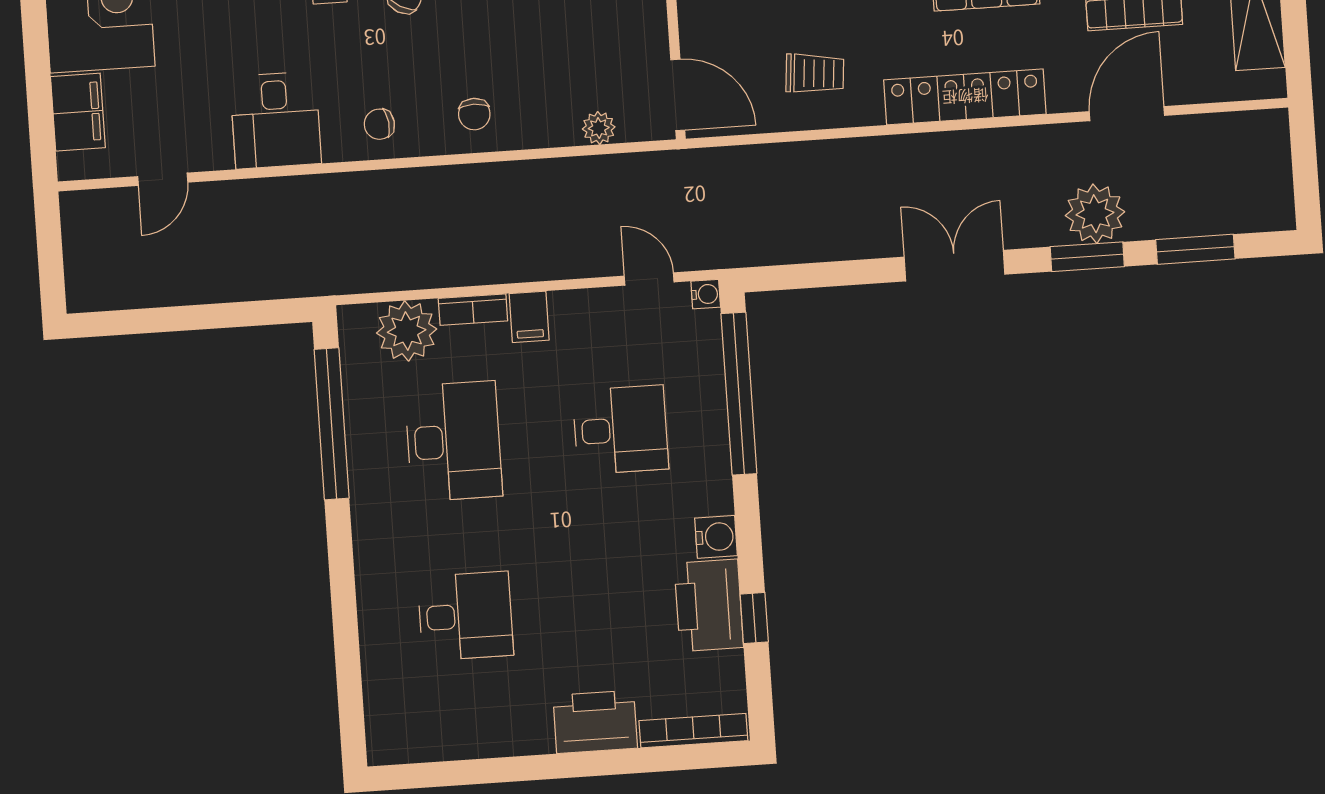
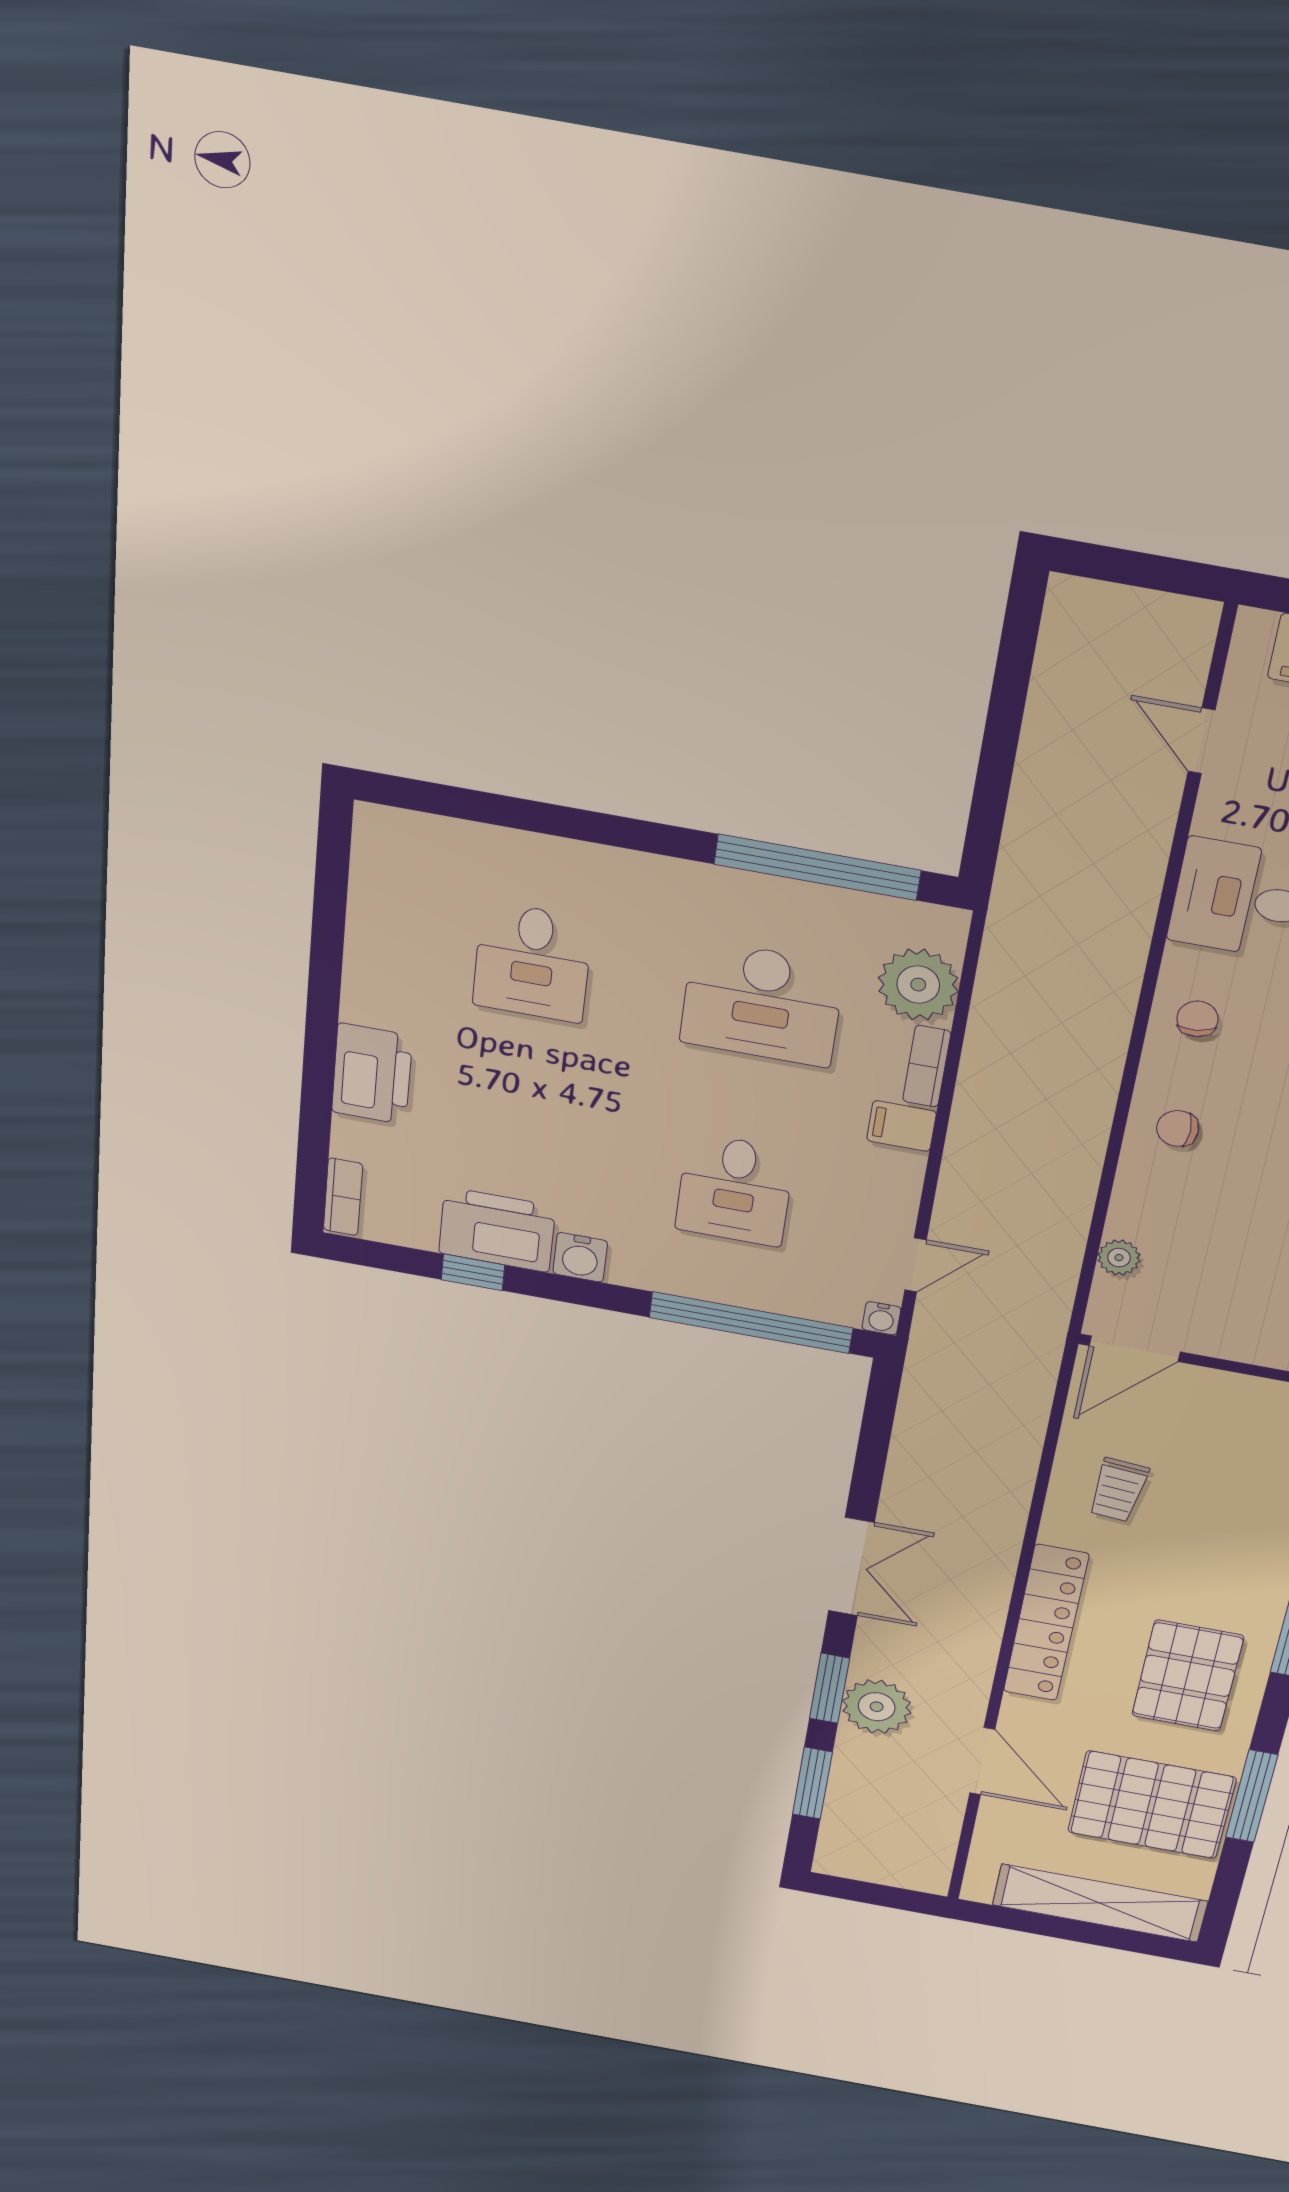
bookcase: (693, 731) -> (343, 1197), width x0.64

